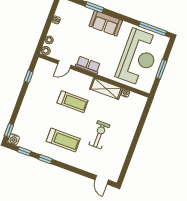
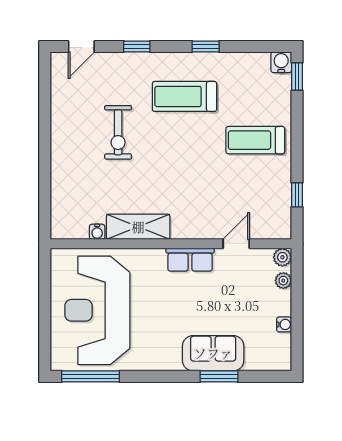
sofa: (106, 23) -> (213, 353), moved
window: (161, 69) -> (45, 304), removed
treadmill: (73, 102) -> (255, 140), moved
window: (24, 151) -> (137, 47), moved
door: (102, 180) -> (81, 47), swing flipped

